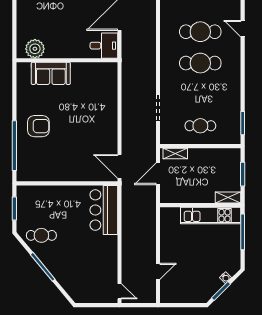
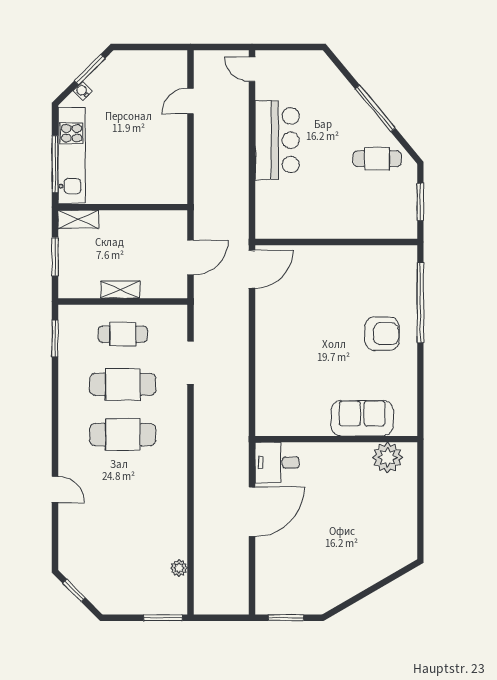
cafe table: (200, 32) -> (123, 384), moved
armchair: (38, 126) -> (382, 334), turned 180
shelving: (175, 154) -> (120, 290), moved
door: (120, 166) -> (252, 269), hinge flipped
bar counter: (104, 210) -> (277, 140), moved
kitchen unit: (211, 216) -> (72, 155), moved, turned 90

